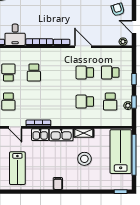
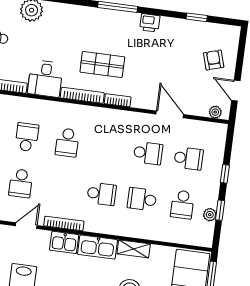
shop shelf: (49, 21) -> (102, 64), added
door: (83, 47) -> (170, 114), moved
school desk: (85, 73) -> (148, 153), turned 180
school desk: (110, 73) -> (188, 158), turned 180
school desk: (59, 102) -> (102, 194), added
door: (15, 127) -> (26, 226), swing flipped

